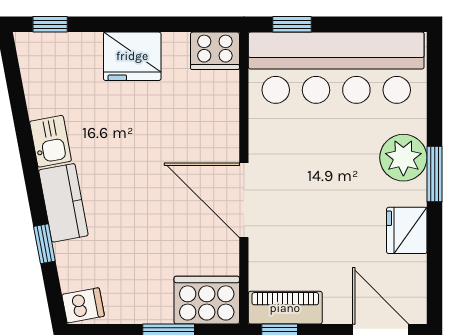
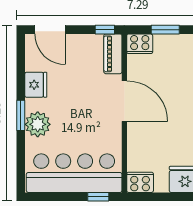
cooker: (207, 300) -> (140, 44), width x0.73, depth x0.76
piano: (285, 308) -> (113, 54), moved, turned 90

